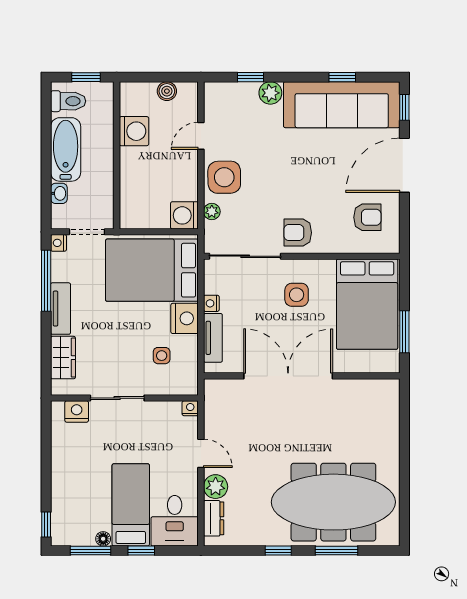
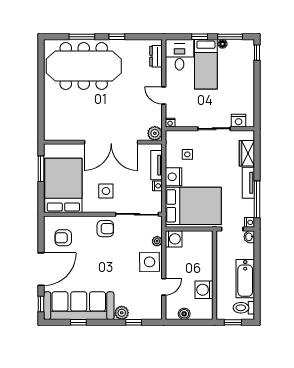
washbasin: (59, 193) -> (249, 237), moved
plant: (216, 487) -> (155, 133), moved

